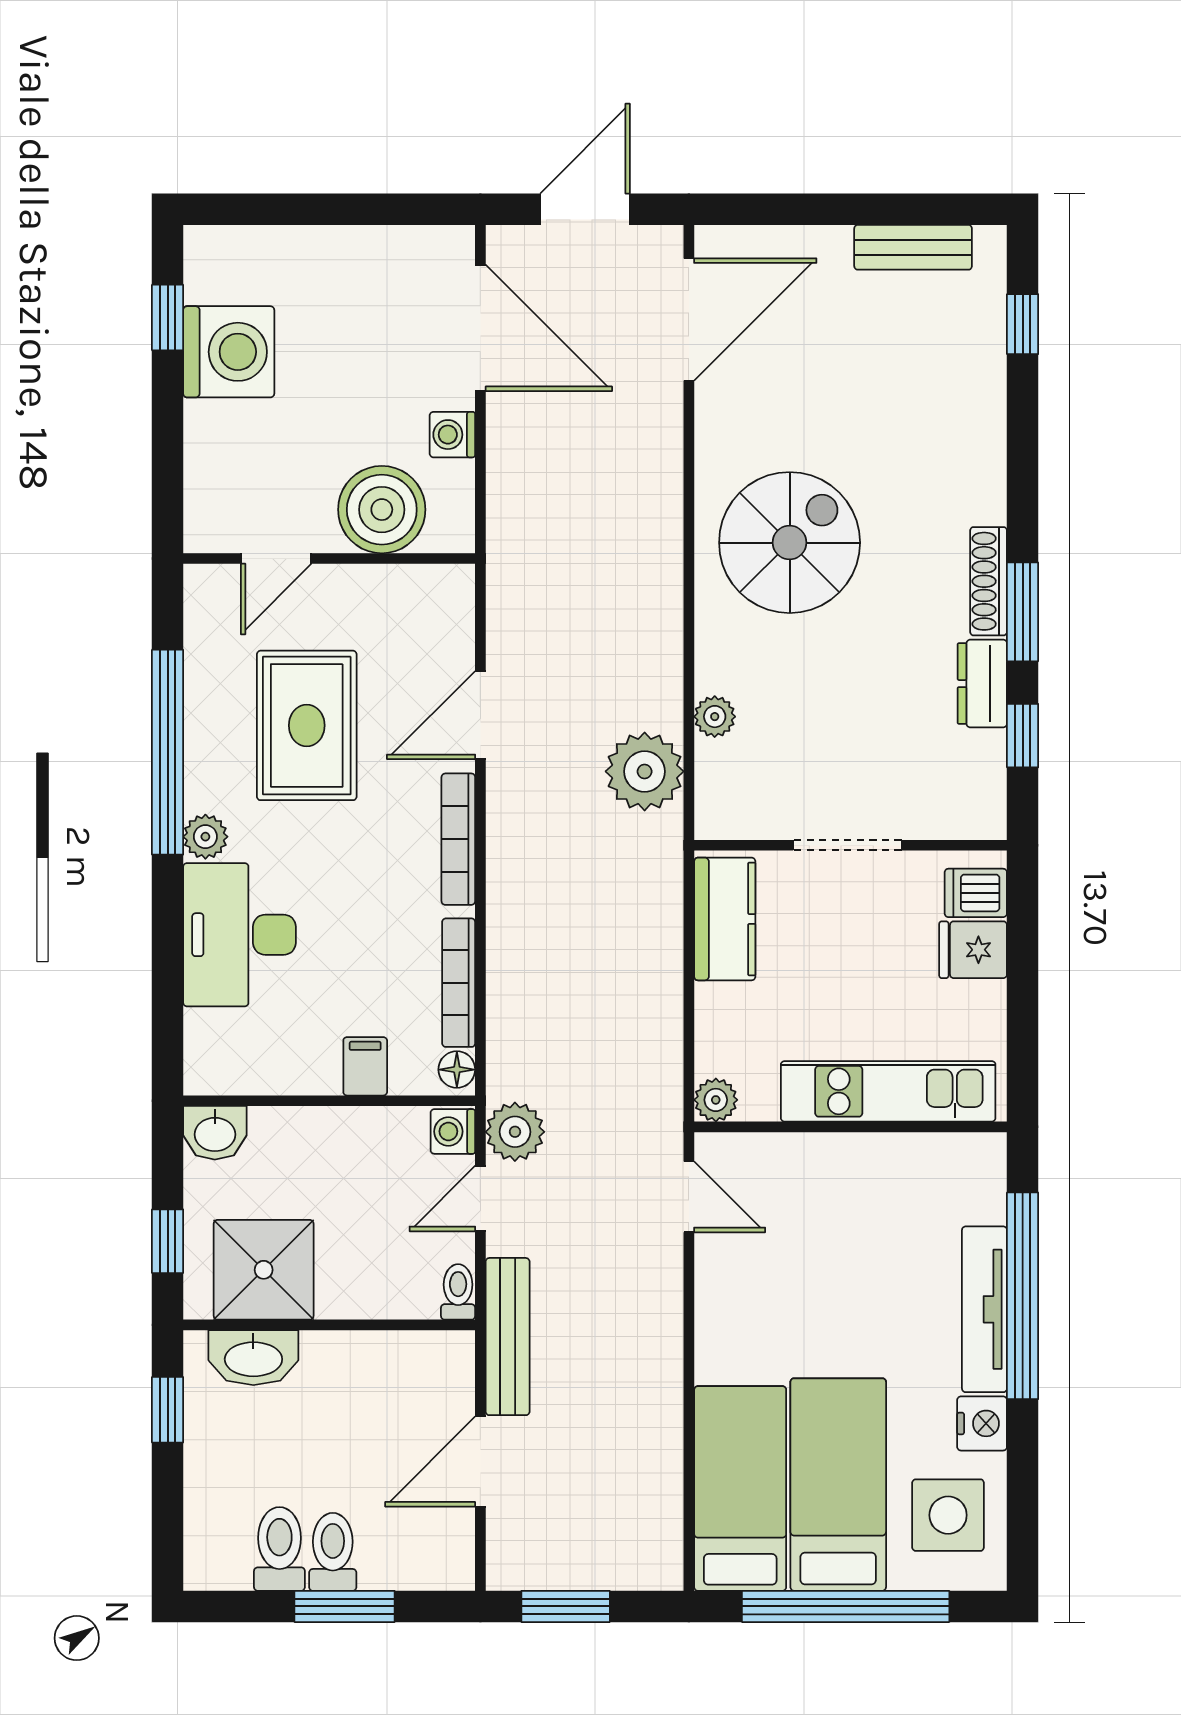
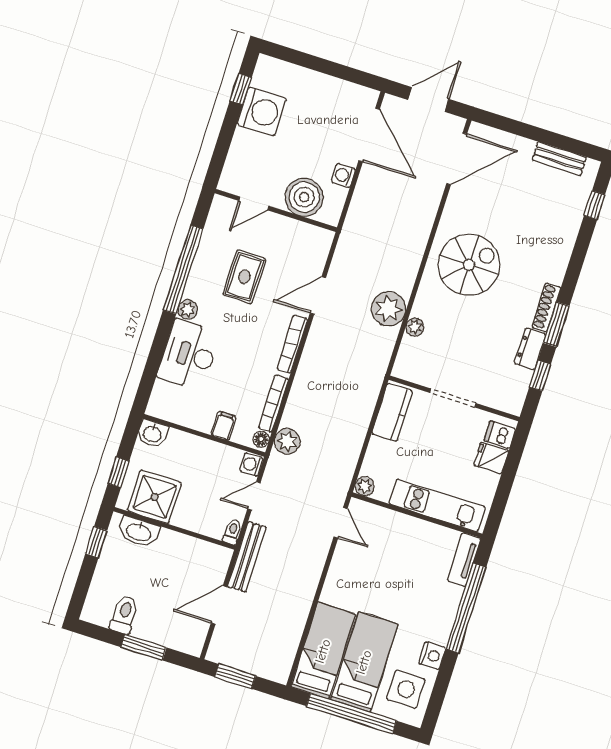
rug: (307, 725) -> (244, 277), width x0.73, depth x0.70
plant: (645, 771) -> (389, 309), moved
plant: (515, 1132) -> (287, 441), moved
tv unit: (984, 1309) -> (464, 559), moved, width x0.71
toilet: (333, 1552) -> (146, 623), removed

